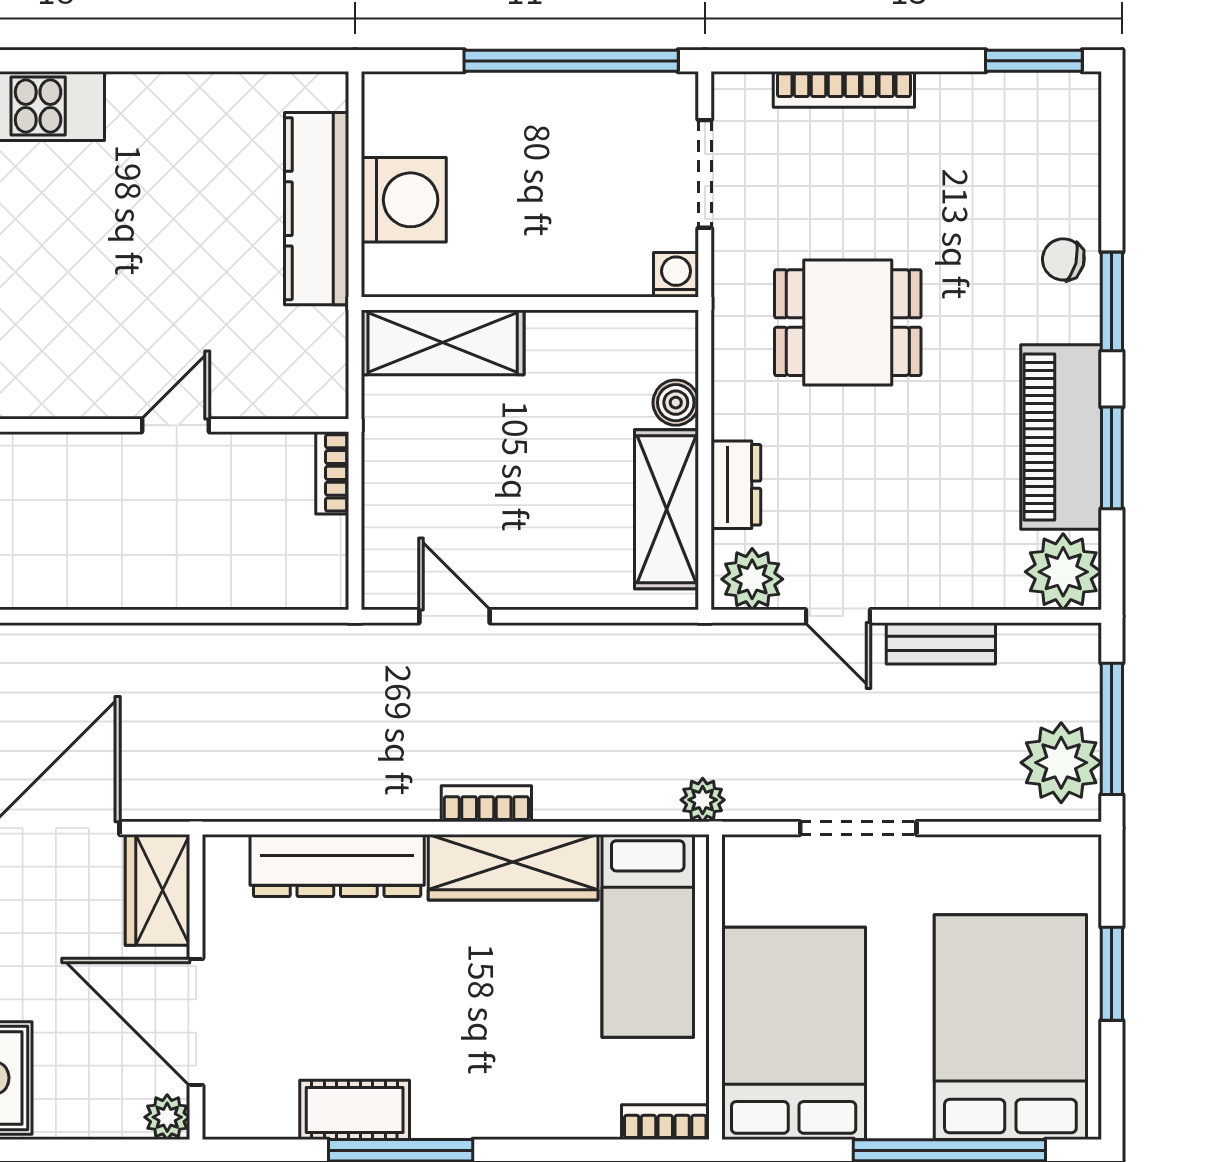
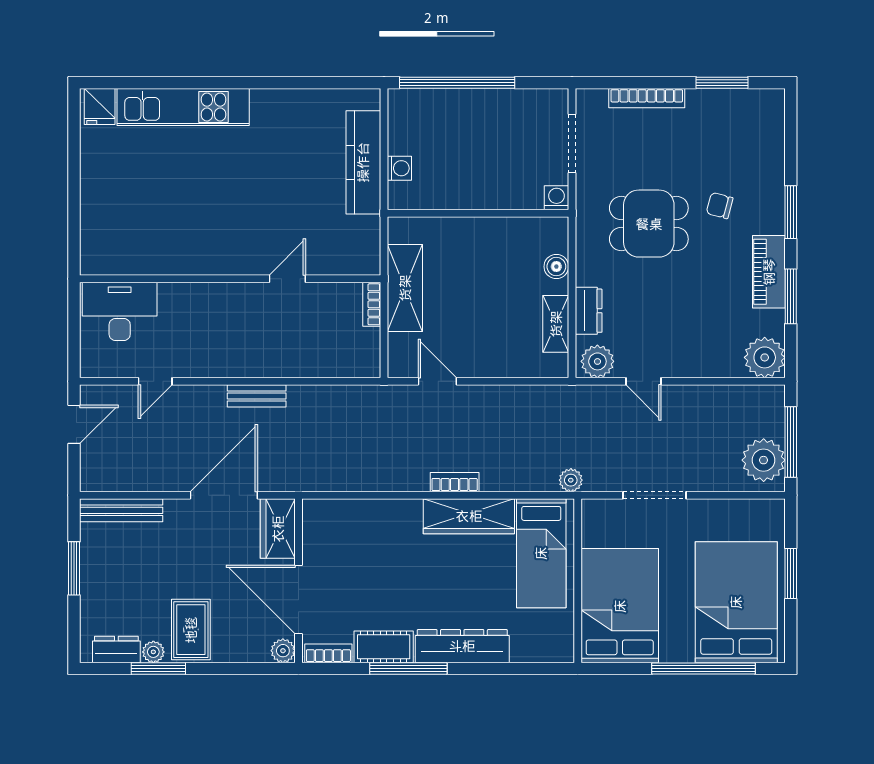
window: (571, 61) -> (457, 83), moved
window: (1034, 61) -> (722, 83), moved
washing machine: (404, 200) -> (399, 168), width x0.53, depth x0.53
chair: (1063, 259) -> (720, 206), moved
shelving: (443, 342) -> (405, 288), moved, turned 90
piano: (1061, 437) -> (769, 272), width x0.73, depth x0.75
shelving: (667, 509) -> (556, 324), width x0.67, depth x0.75
bench: (941, 643) -> (257, 396), moved
dresser: (337, 866) -> (462, 646), moved, turned 180
bookcase: (665, 1122) -> (328, 653), moved

